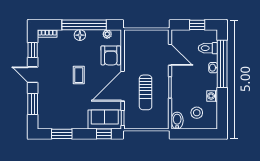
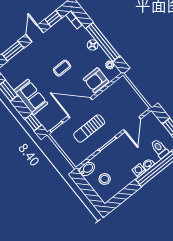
washing machine: (212, 96) -> (139, 170), moved
sofa: (105, 119) -> (31, 97), moved

